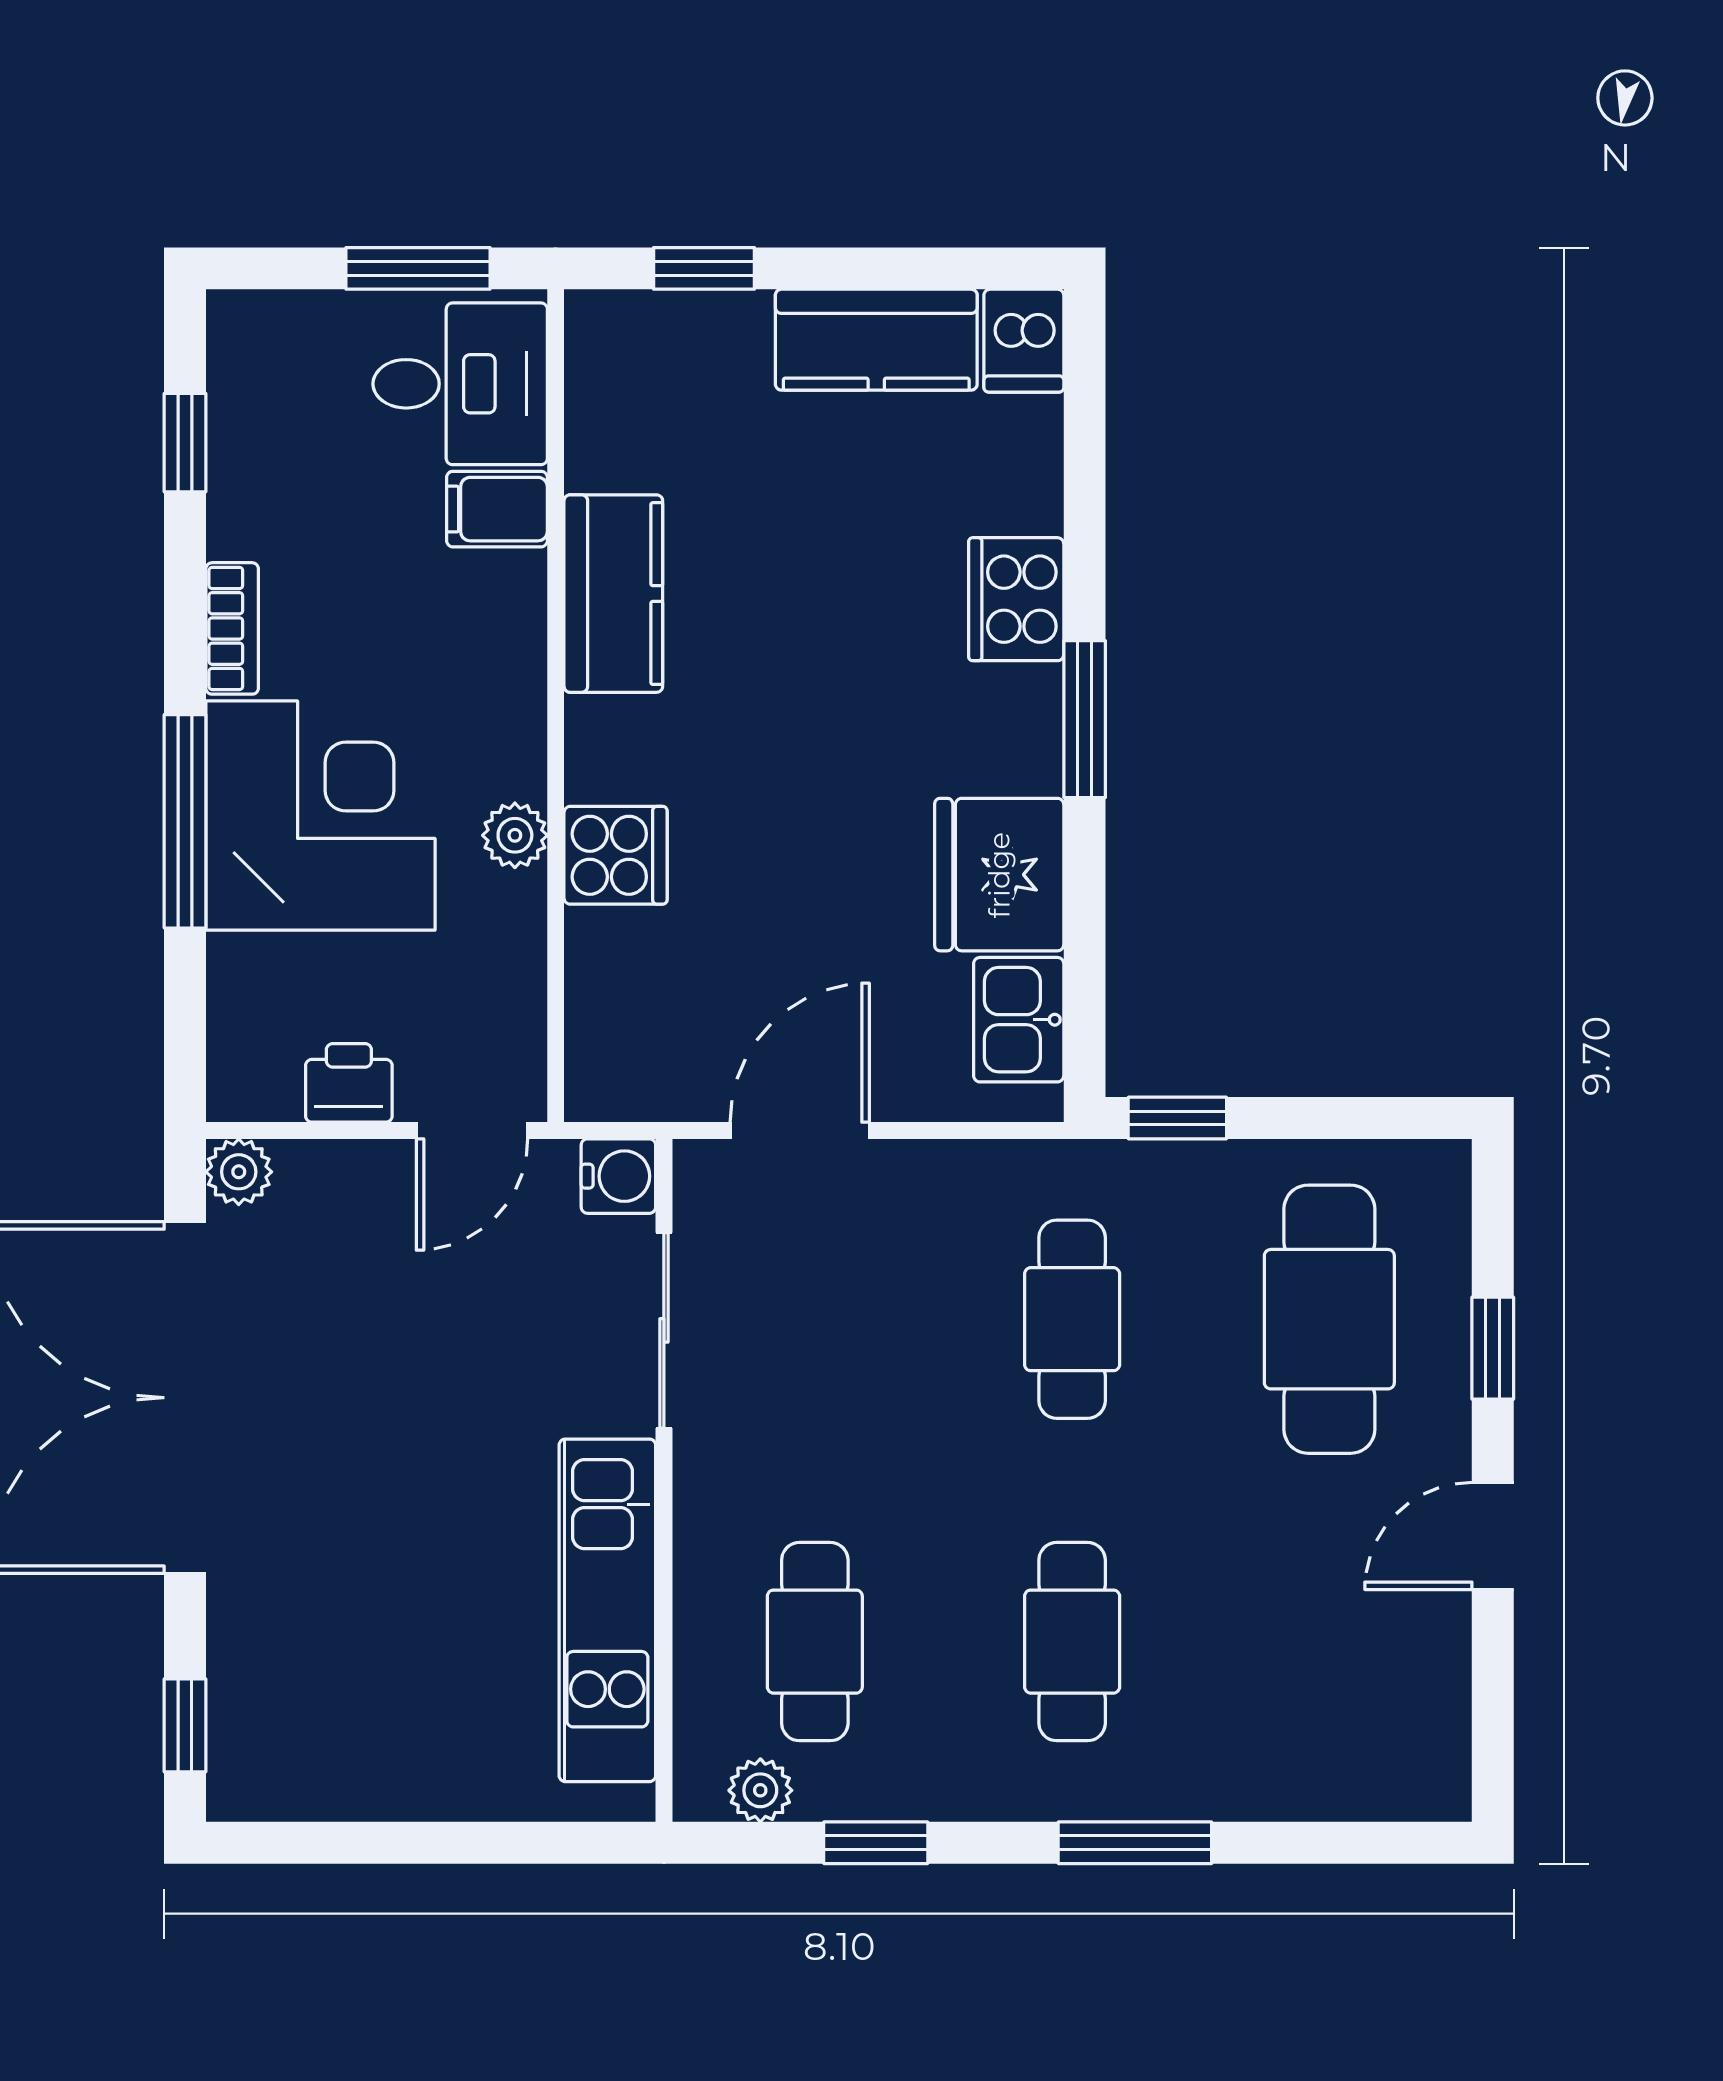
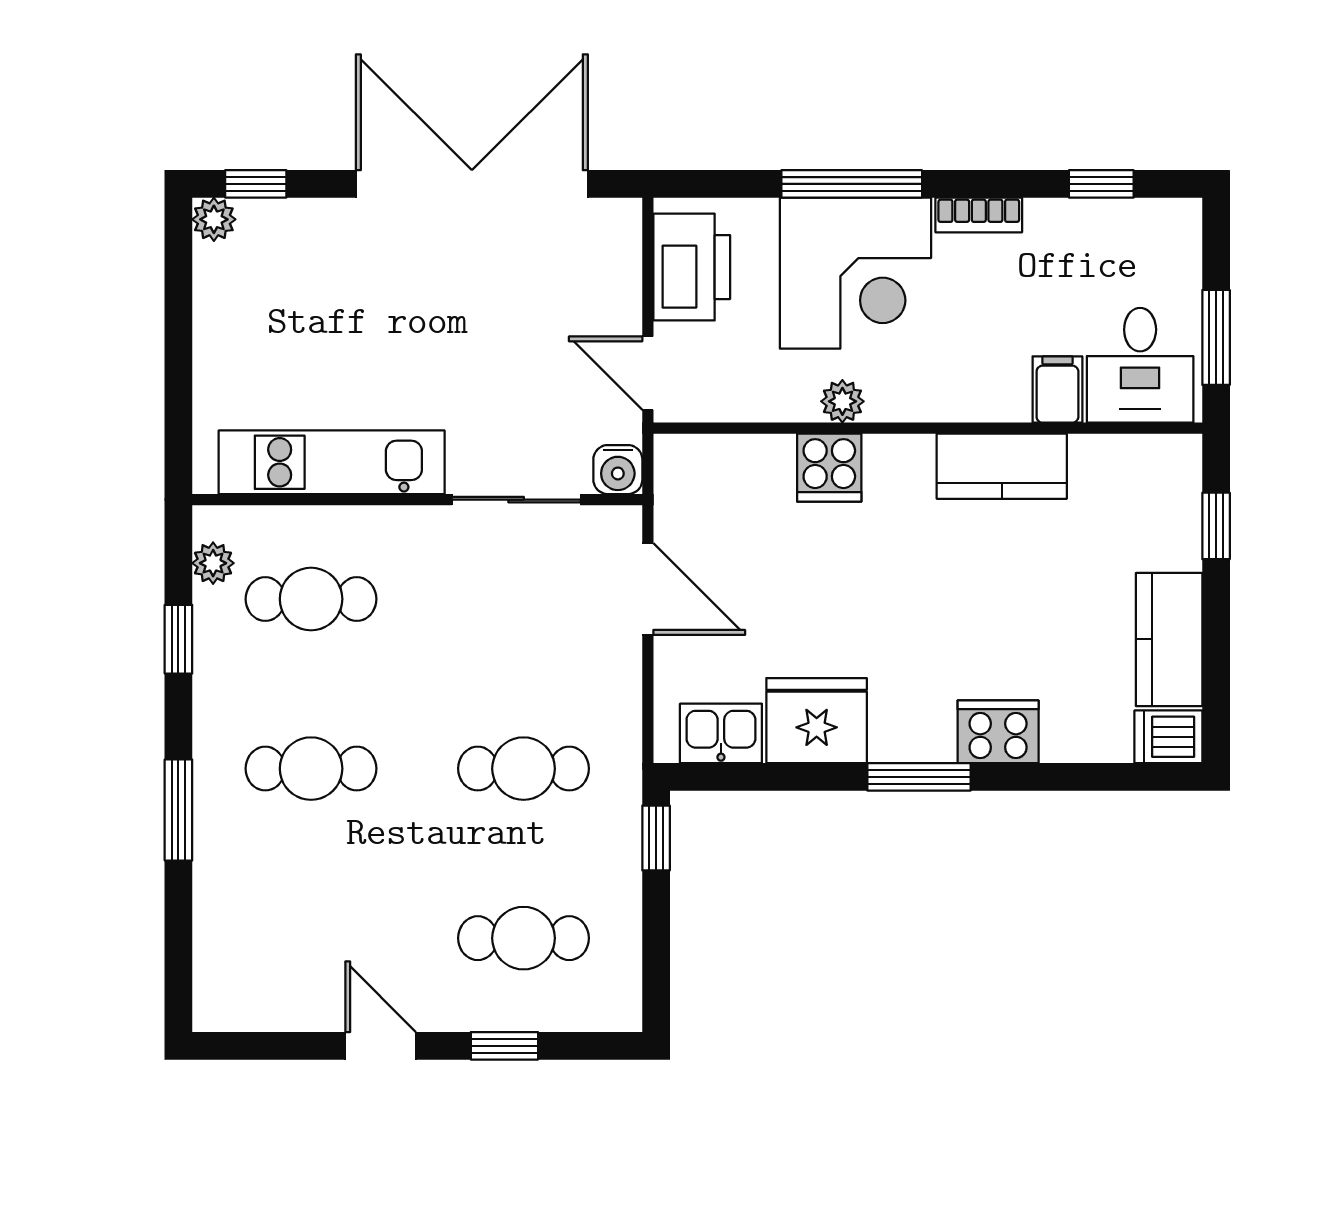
printer: (349, 1083) -> (692, 267), width x1.87, depth x1.48
plant: (239, 1172) -> (214, 219), moved
cafe table: (1329, 1319) -> (524, 938), width x0.73, depth x0.74

